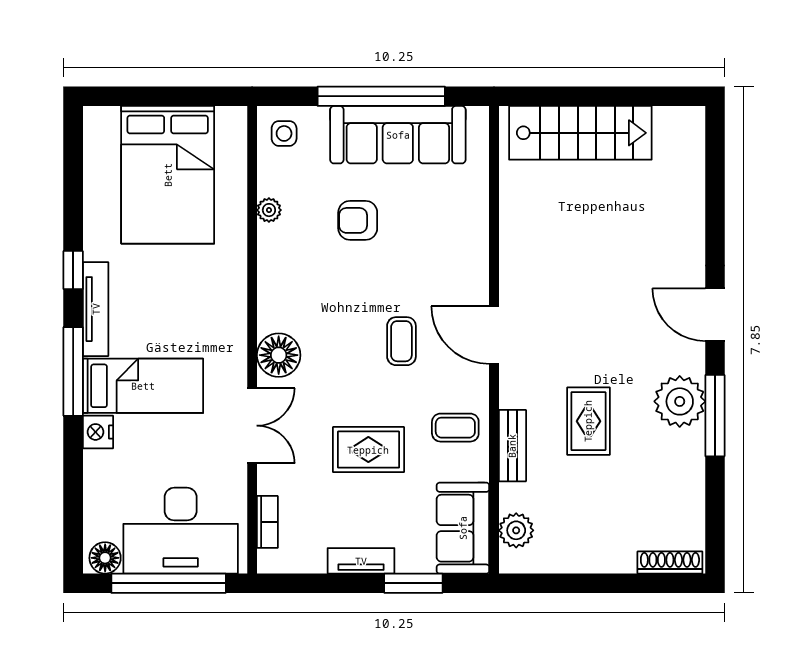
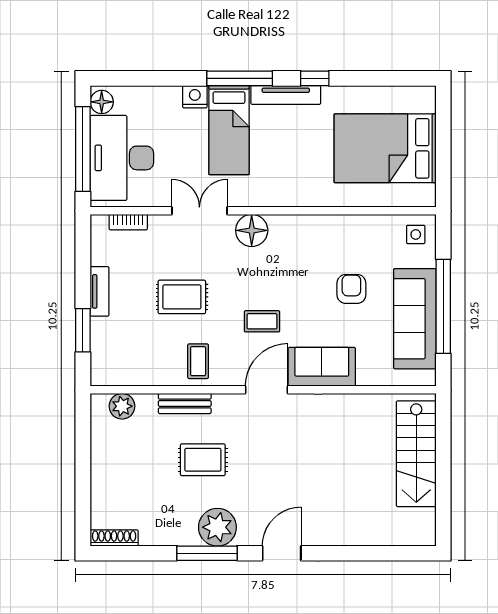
plant: (269, 210) -> (359, 223), removed
double door: (252, 426) -> (199, 211), swing flipped
rug: (368, 450) -> (182, 297), turned 90
sofa: (463, 528) -> (322, 367), moved
shoe rack: (670, 563) -> (114, 538), moved, turned -90

